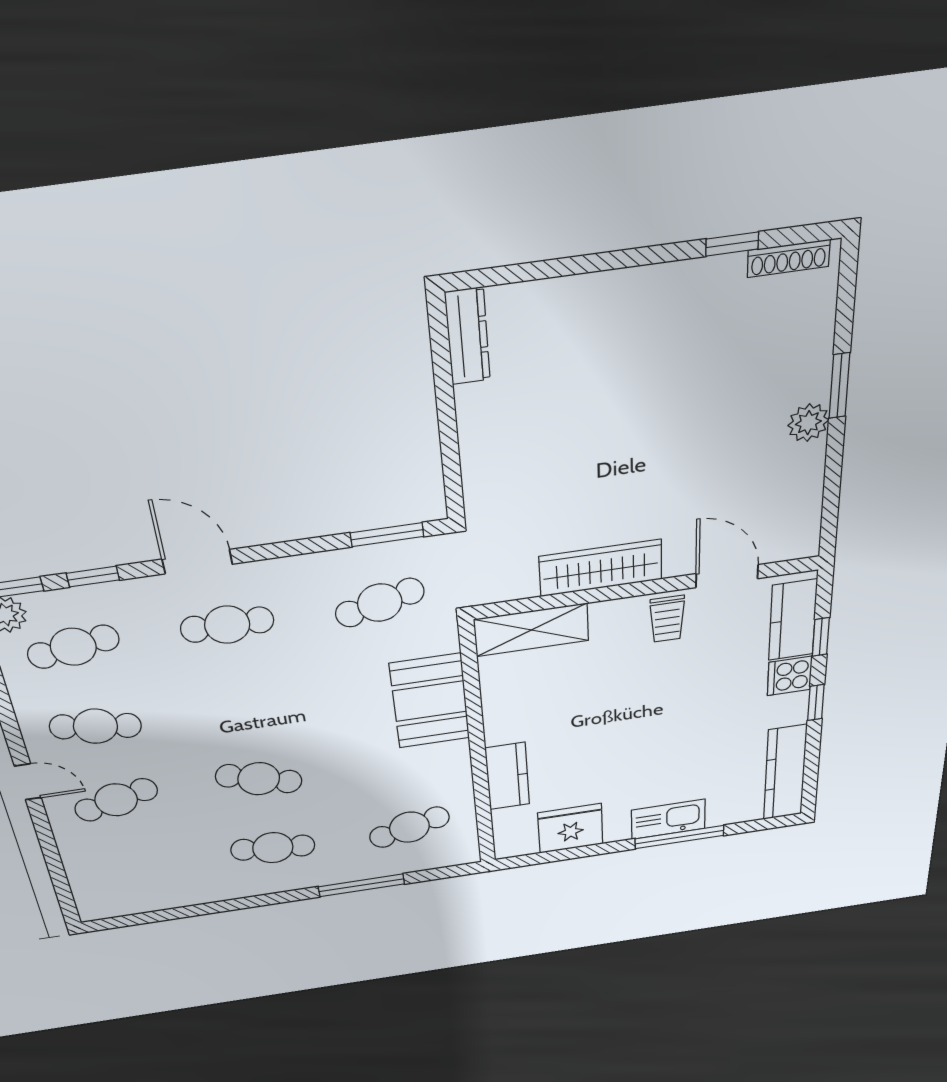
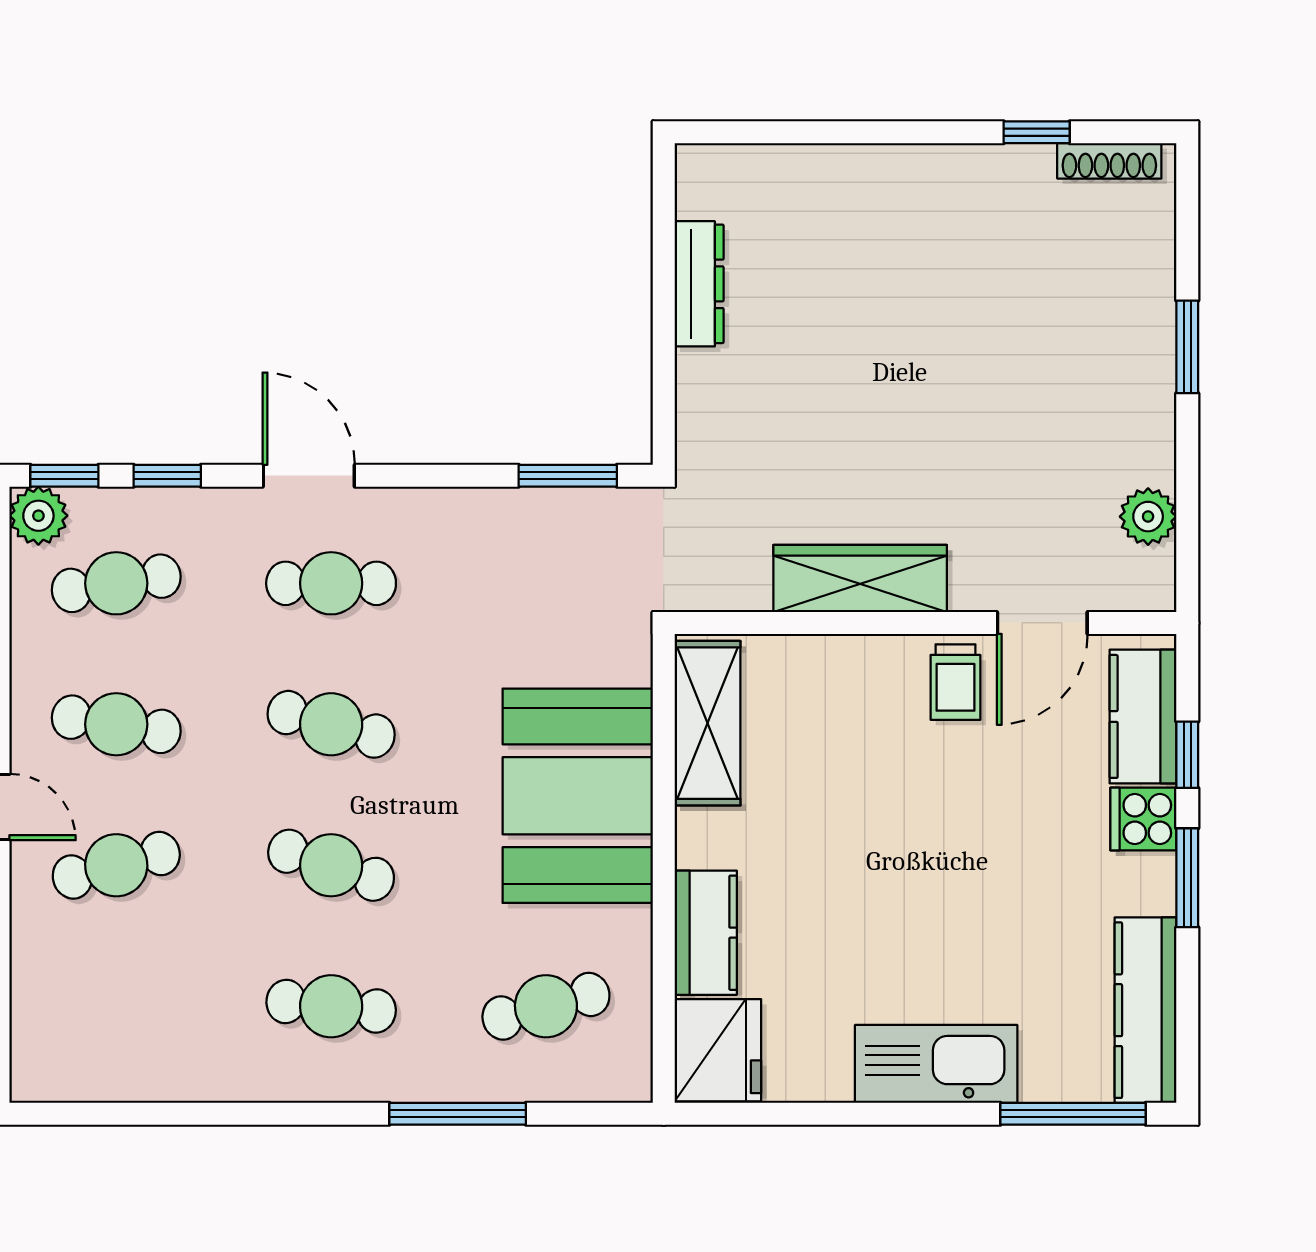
dresser: (468, 336) -> (699, 284), moved
plant: (808, 423) -> (1148, 517), moved
door: (727, 576) -> (1042, 623), swing flipped
cafe table: (380, 603) -> (331, 724), moved, turned 30
shelving: (531, 630) -> (708, 723), moved, turned 90
booth: (430, 701) -> (578, 796), width x1.36, depth x1.42
window: (816, 702) -> (1187, 878), width x1.50
kitchen sink: (668, 819) -> (936, 1064), width x1.36, depth x1.24
fridge: (570, 828) -> (718, 1050), moved, turned 90
window: (679, 837) -> (1073, 1114), moved

